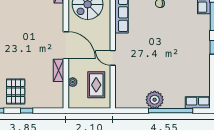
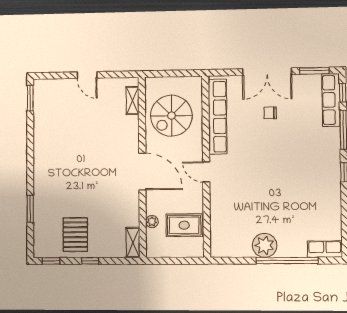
door: (113, 58) -> (206, 172), moved
shelving: (59, 70) -> (133, 242), moved
rug: (96, 85) -> (184, 225), turned 90

